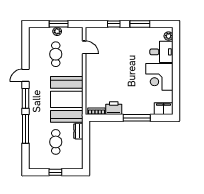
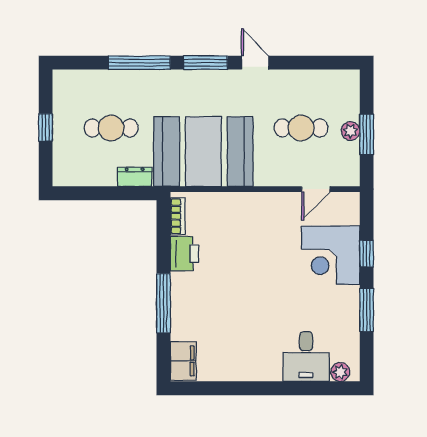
corner desk: (159, 77) -> (331, 255), moved, turned -90

